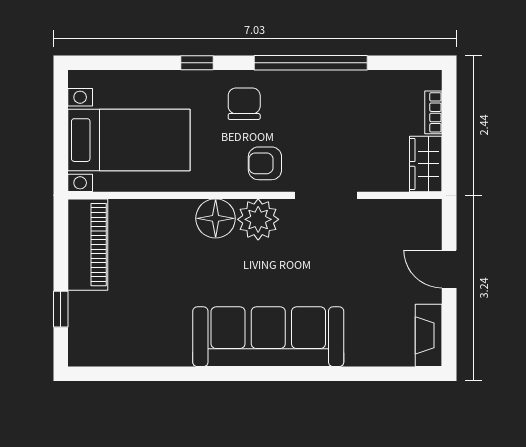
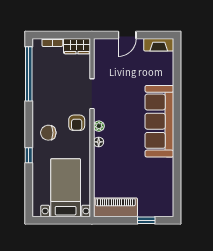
window: (311, 63) -> (29, 74), moved
floor lamp: (216, 218) -> (99, 142), width x0.53, depth x0.53
plant: (258, 219) -> (99, 126), width x0.53, depth x0.53

